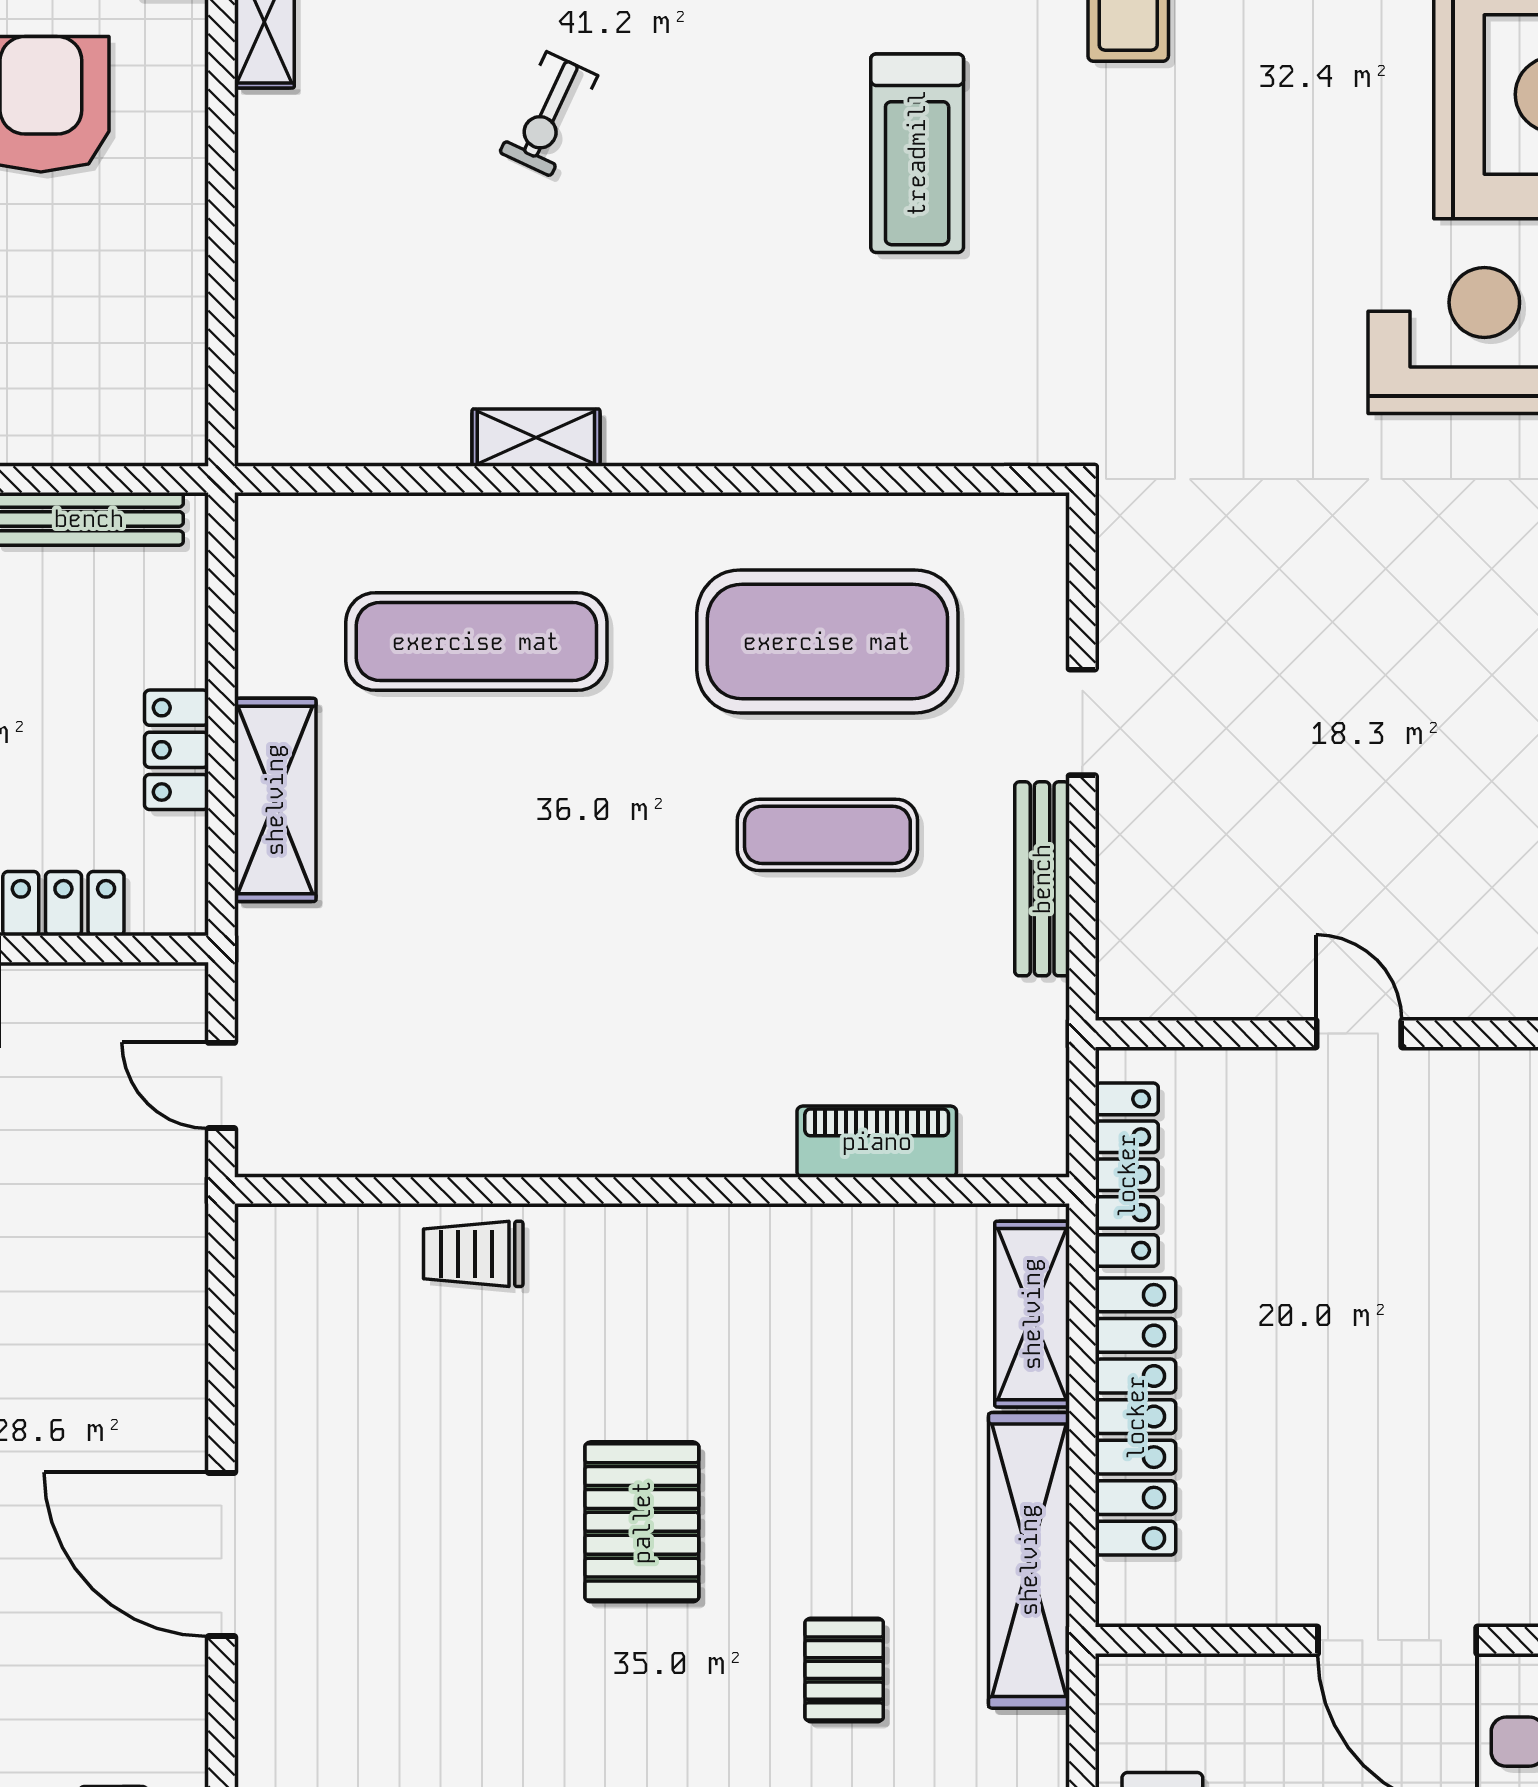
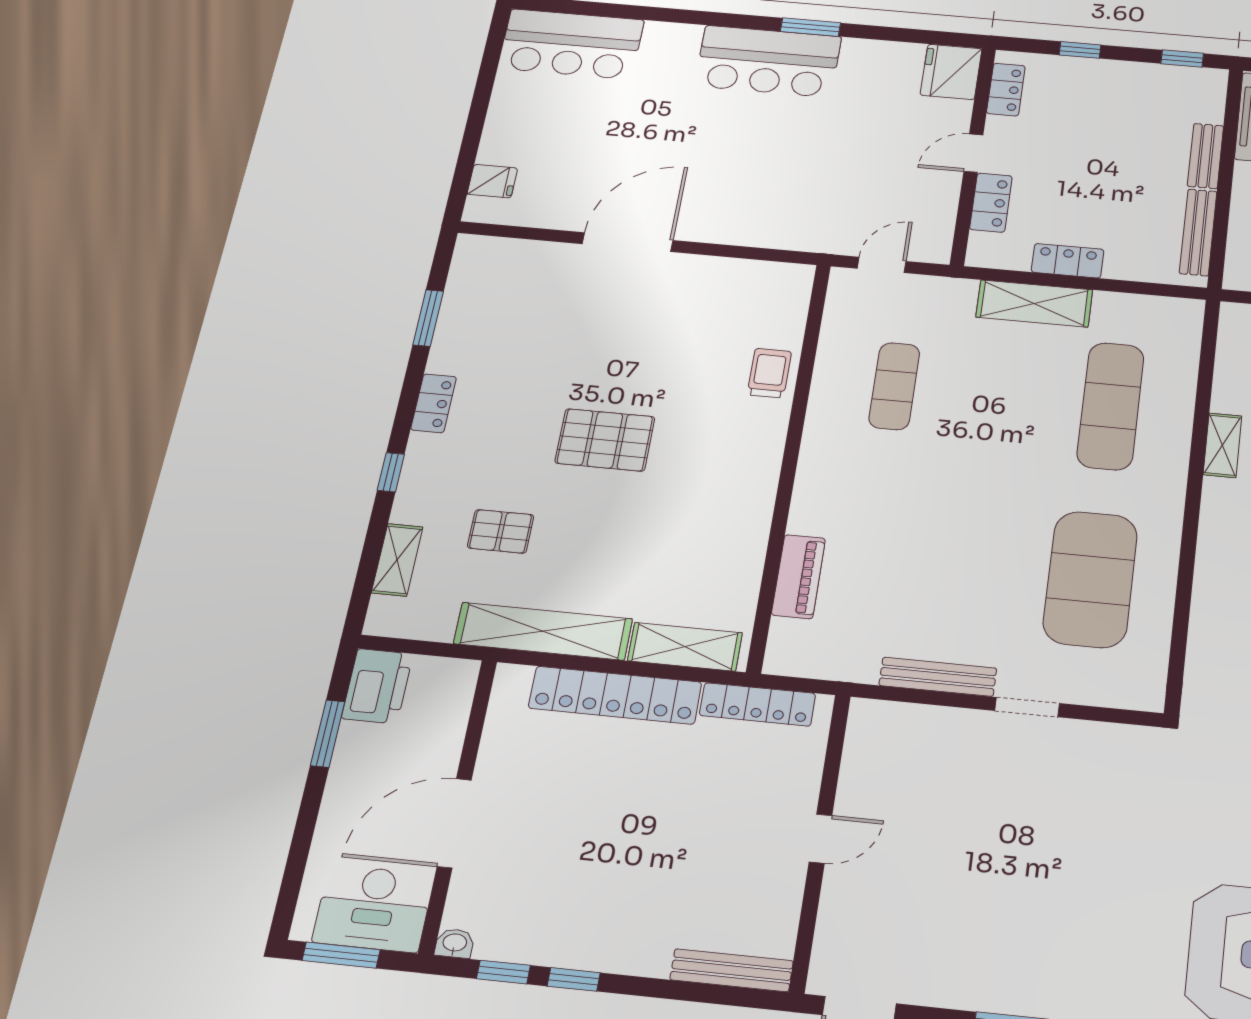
exercise mat: (827, 835) -> (894, 386), moved

